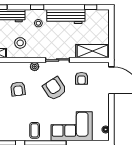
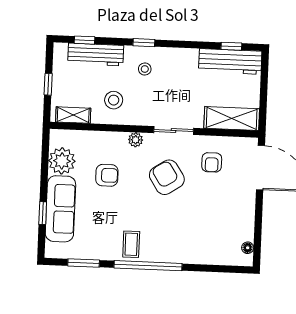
workbench: (66, 16) -> (230, 61), moved
armchair: (18, 89) -> (107, 175), turned -83
corner sofa: (72, 126) -> (192, 240), removed

